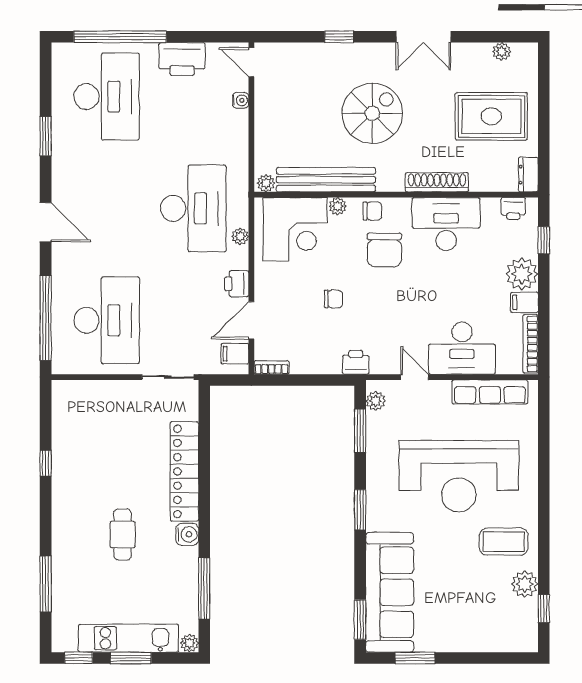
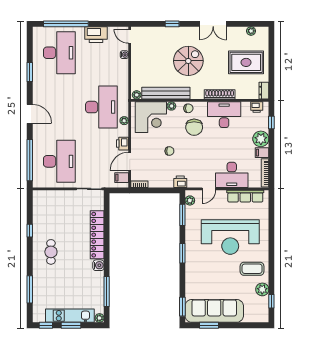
door: (415, 377) -> (209, 189), swing flipped
cafe table: (123, 534) -> (51, 252), moved
sofa: (390, 592) -> (214, 311), moved, turned -90

